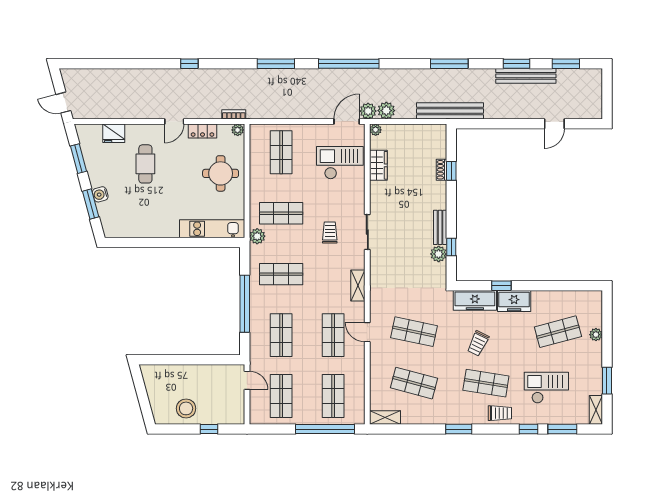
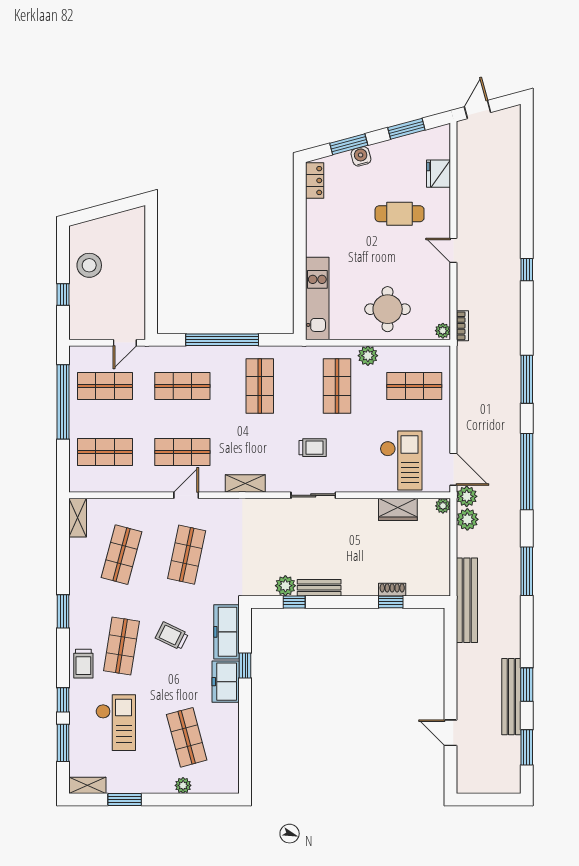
window: (449, 64) -> (527, 571), moved
locker: (203, 131) -> (315, 181), moved, turned 180
plant: (257, 236) -> (368, 356), moved
window: (325, 429) -> (63, 402), moved

